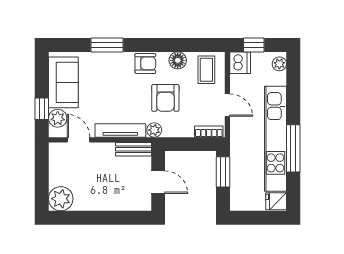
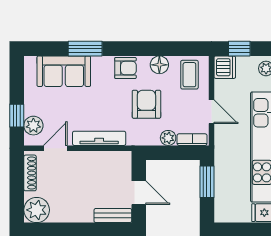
sofa: (63, 82) -> (64, 71), moved, turned 90
armchair: (165, 98) -> (146, 104), turned 180
plant: (154, 130) -> (168, 138), moved
door: (78, 140) -> (55, 148), hinge flipped
bench: (133, 149) -> (113, 216), moved
shoe rack: (54, 163) -> (30, 173), added

